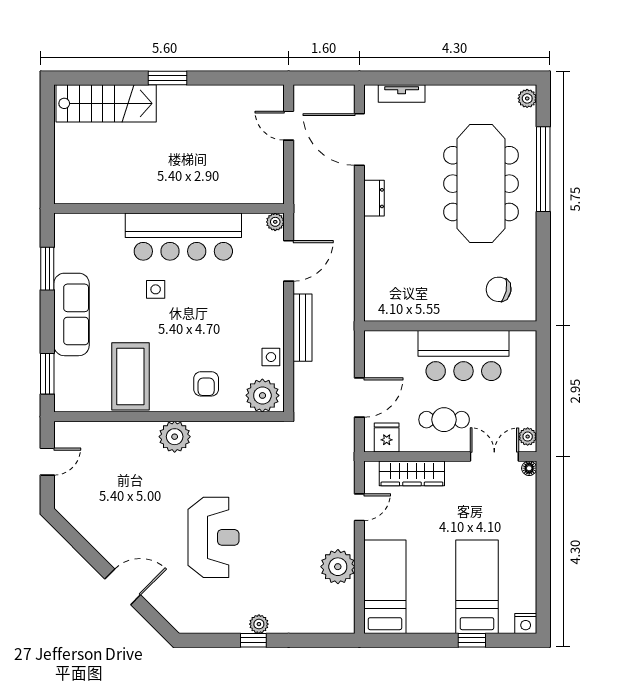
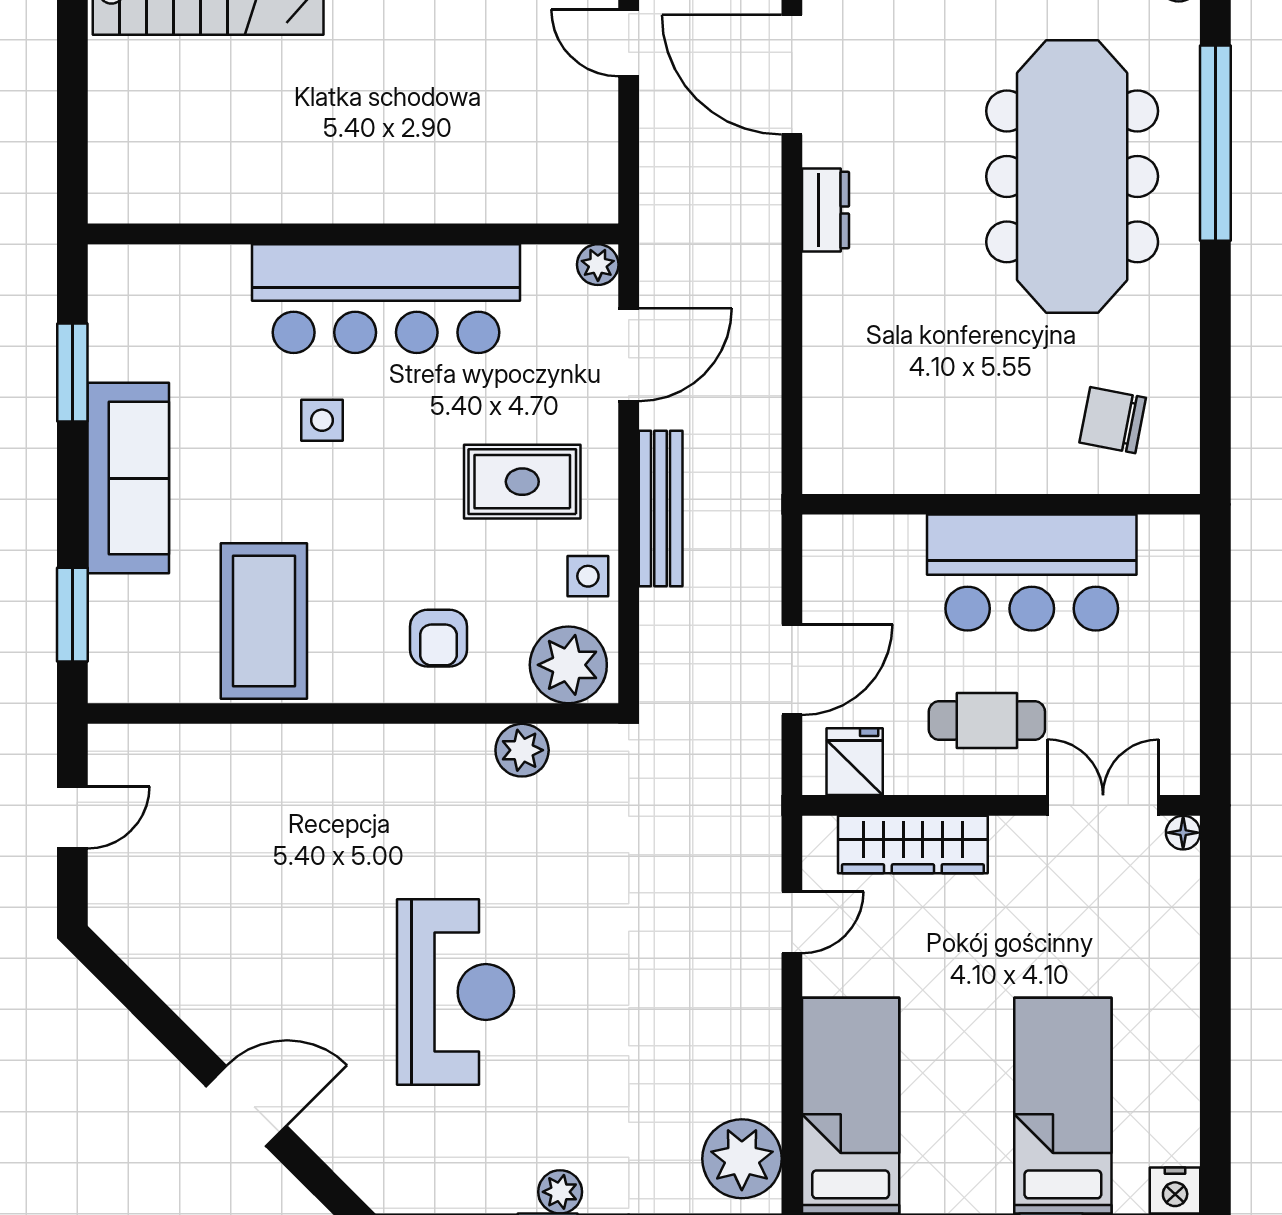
rug: (242, 316) -> (522, 482), added
plant: (175, 437) -> (522, 750), moved, width x0.73, depth x0.73
plant: (528, 437) -> (1180, 760), removed
plant: (338, 567) -> (742, 1159), moved

